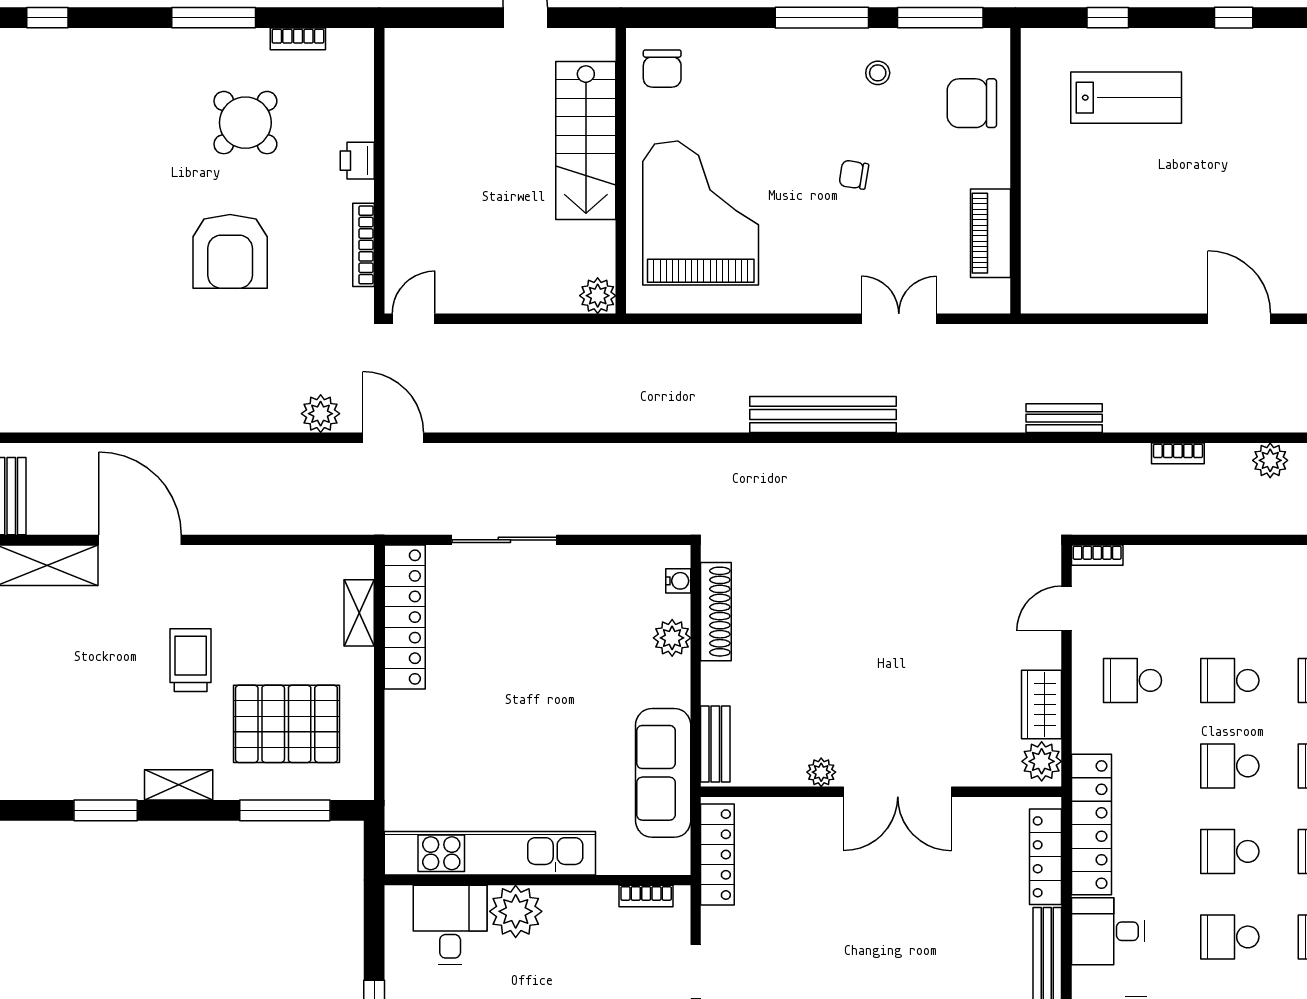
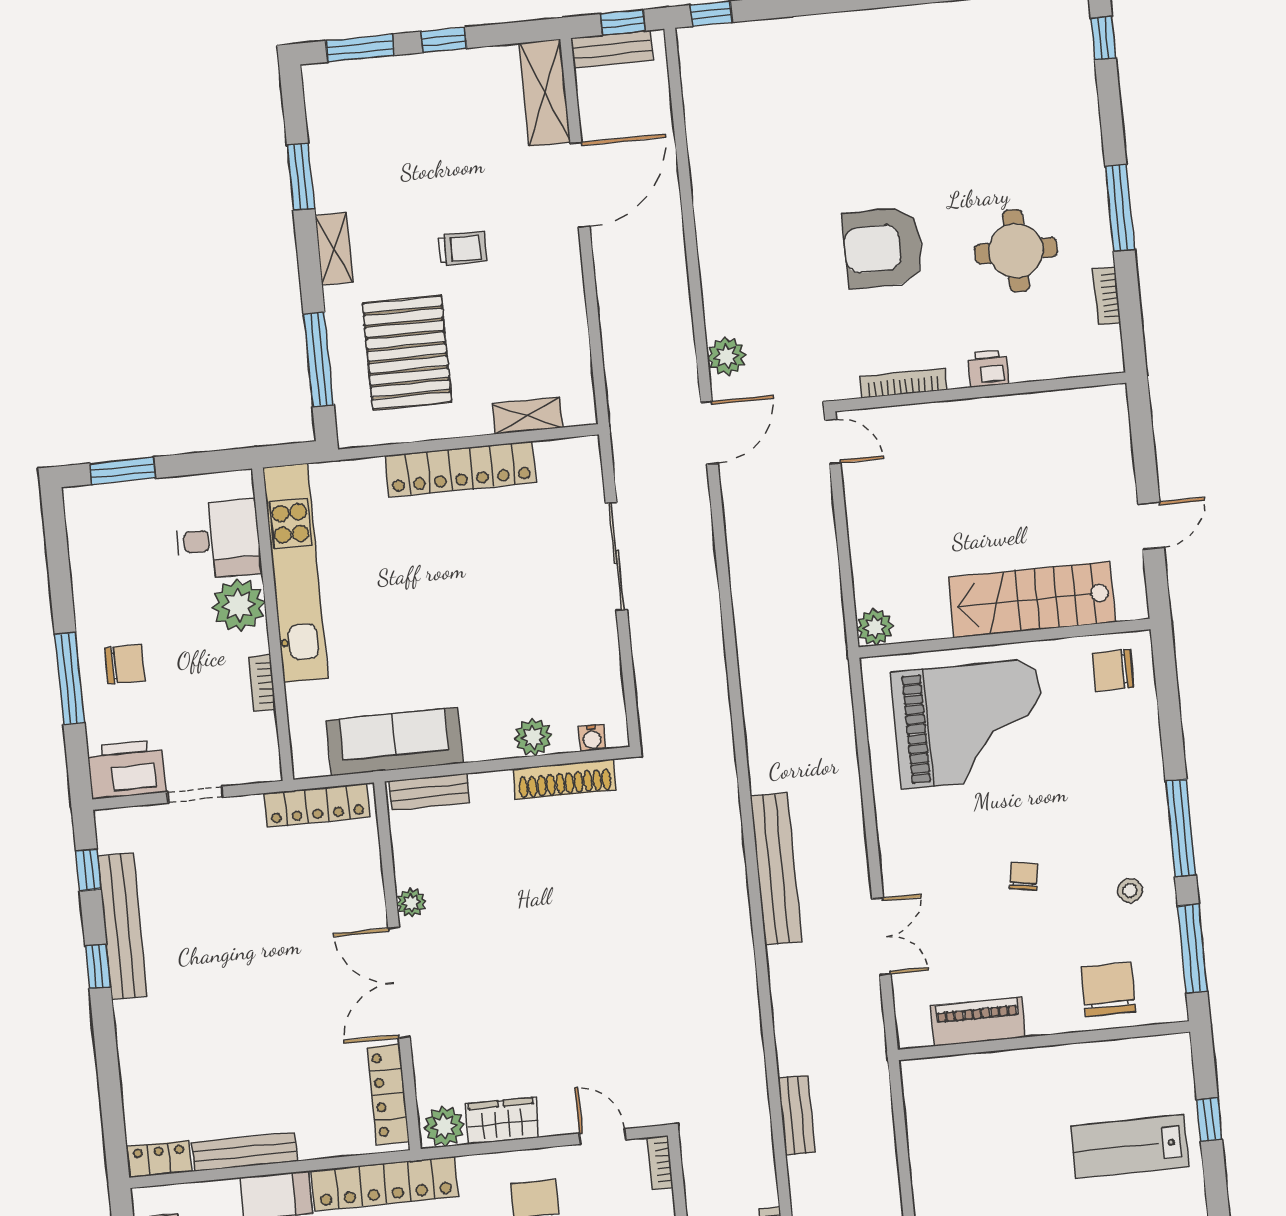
lab bench: (1126, 98) -> (1130, 1146), turned 90
round table: (245, 123) -> (1016, 251), turned 45
locker: (405, 617) -> (460, 469), moved
trolley: (191, 660) -> (462, 248), width x0.73, depth x0.72
locker: (1046, 857) -> (388, 1094), moved, turned -90
bookcase: (646, 896) -> (262, 683), moved

